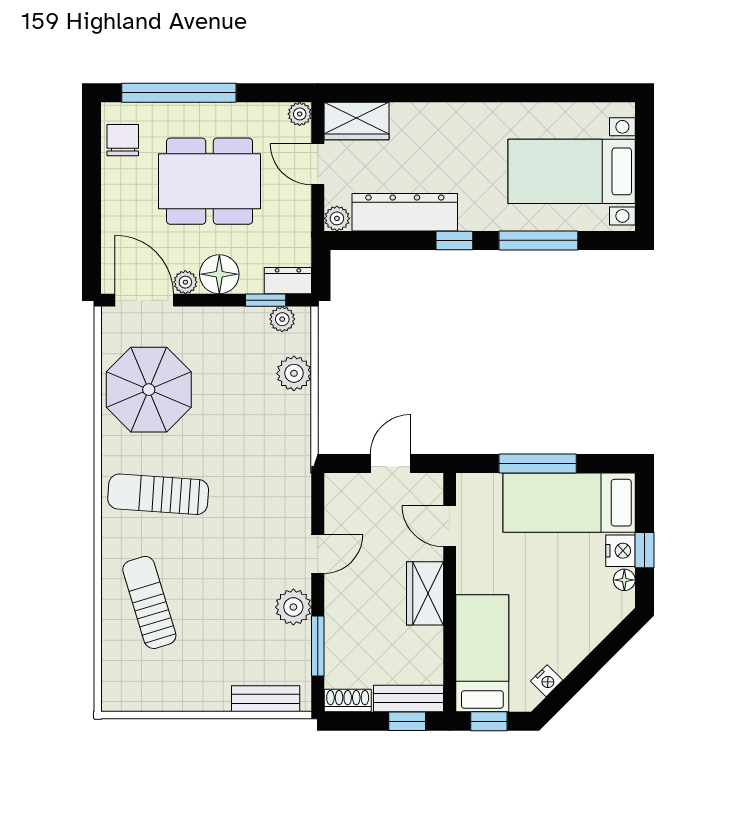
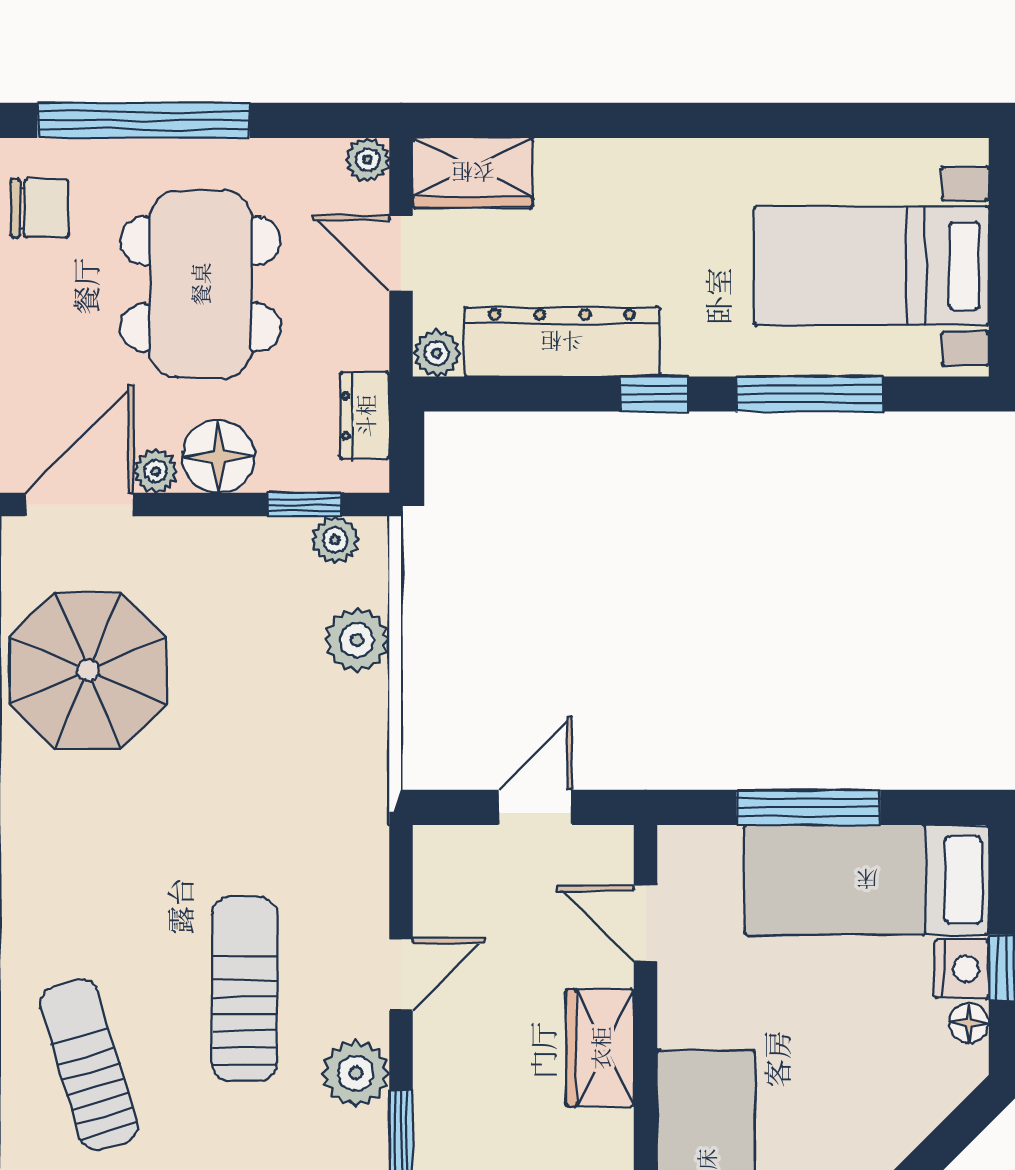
chair: (123, 140) -> (40, 208), turned 90
dining table: (210, 181) -> (200, 284), turned 90
dresser: (288, 281) -> (365, 416), moved, turned -90
door: (144, 300) -> (79, 505), hinge flipped
sun lounger: (158, 494) -> (245, 989), moved, turned 86

